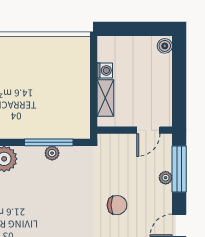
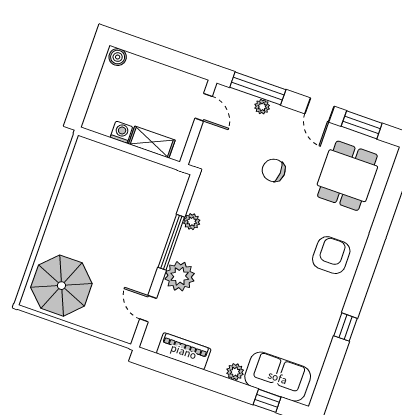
window: (49, 142) -> (171, 242), moved
chair: (117, 205) -> (274, 170), turned -87

